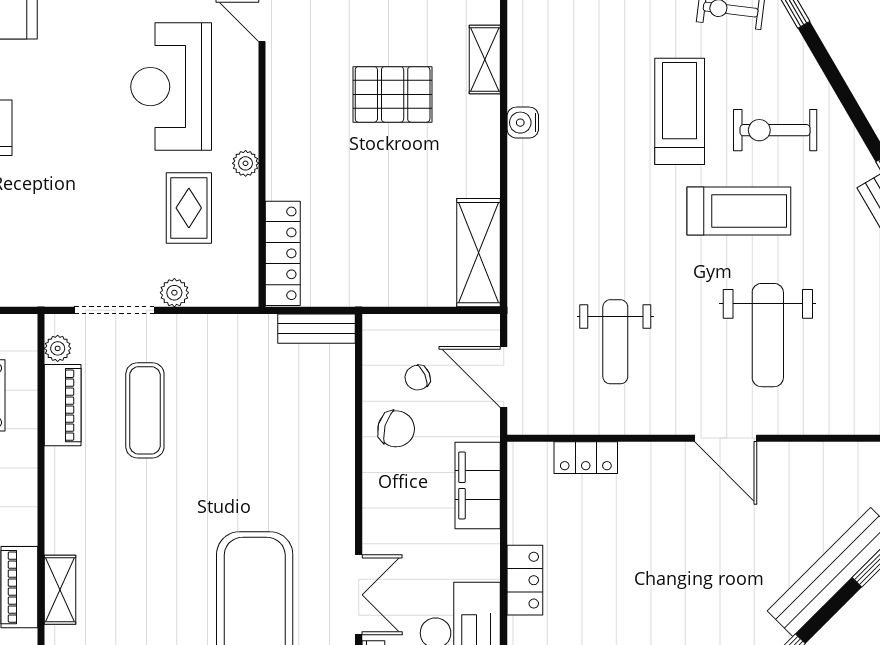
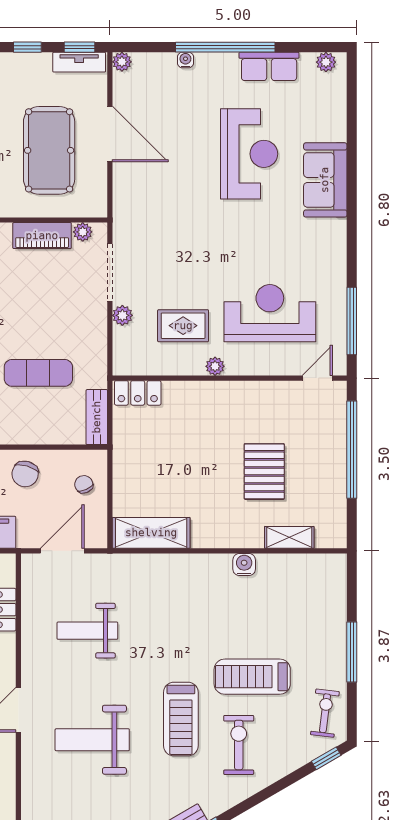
treadmill: (680, 111) -> (252, 677), turned 180
locker: (283, 253) -> (138, 393), width x0.66
chair: (418, 378) -> (84, 484), moved
exercise mat: (145, 410) -> (38, 373), moved

